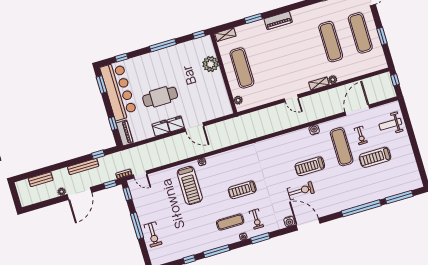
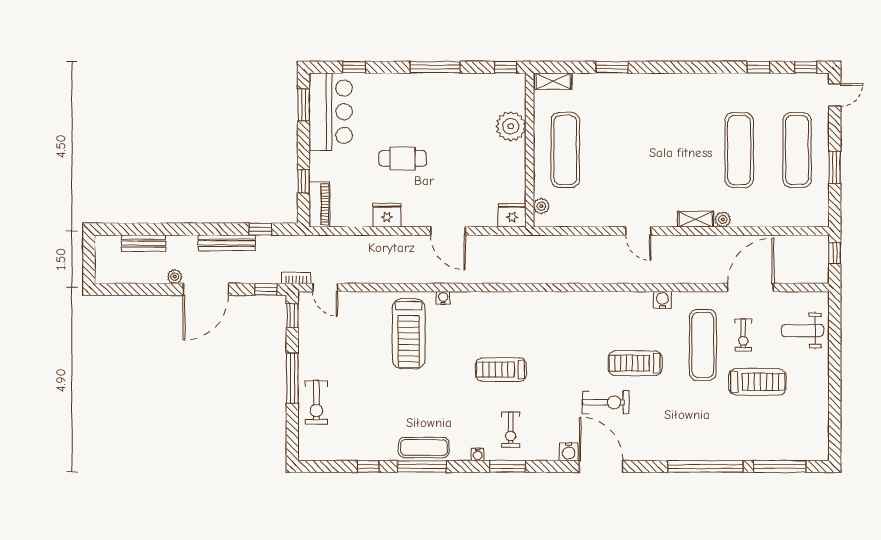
piano: (278, 21) -> (656, 84), removed
bar counter: (118, 91) -> (331, 112), width x0.73
cafe table: (160, 97) -> (403, 158), width x0.73, depth x0.74
fridge: (176, 124) -> (512, 215), moved
treadmill: (375, 157) -> (757, 382), turned 180
exercise mat: (230, 222) -> (424, 447), moved

